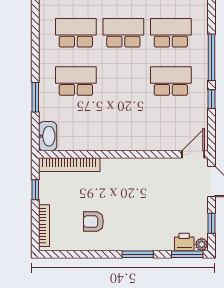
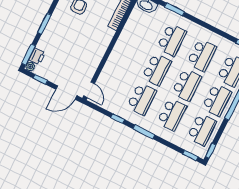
window: (211, 57) -> (144, 132), width x0.69
school desk: (123, 81) -> (157, 69), added

